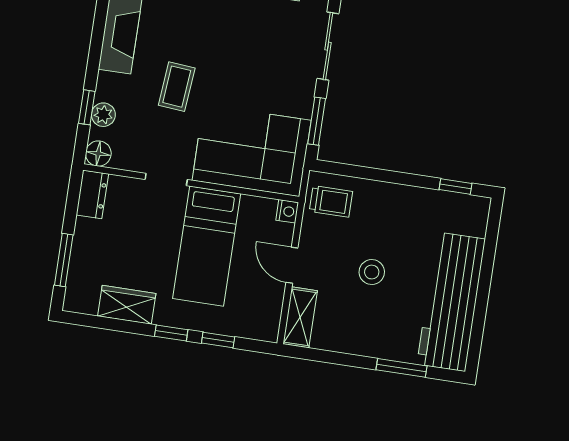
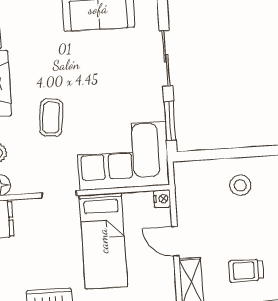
trolley: (331, 201) -> (246, 270), moved, turned 180
stool: (372, 272) -> (240, 185), moved

